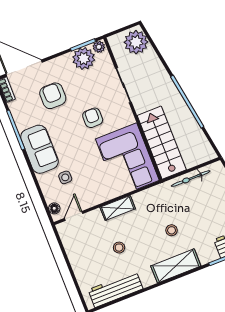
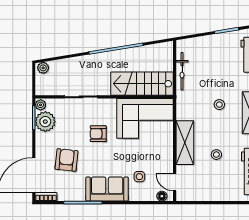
plant: (136, 42) -> (43, 68), width x0.53, depth x0.53
armchair: (53, 96) -> (66, 160), turned 96
shelving: (118, 208) -> (185, 143), width x1.50, depth x1.33

